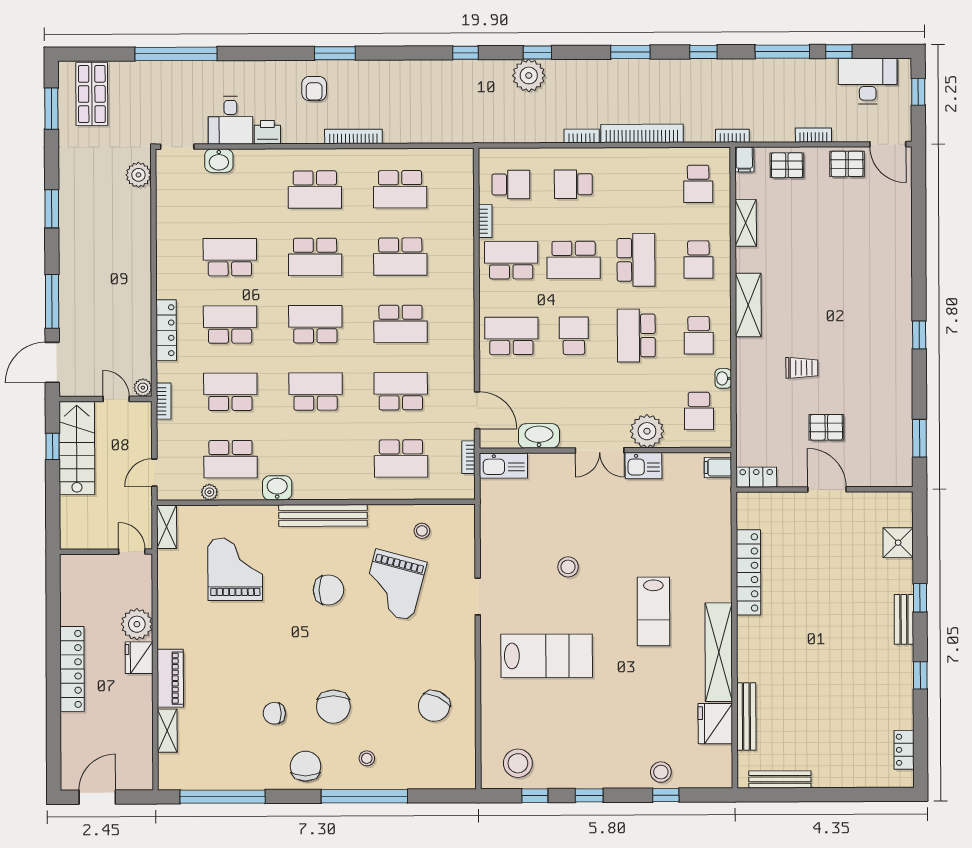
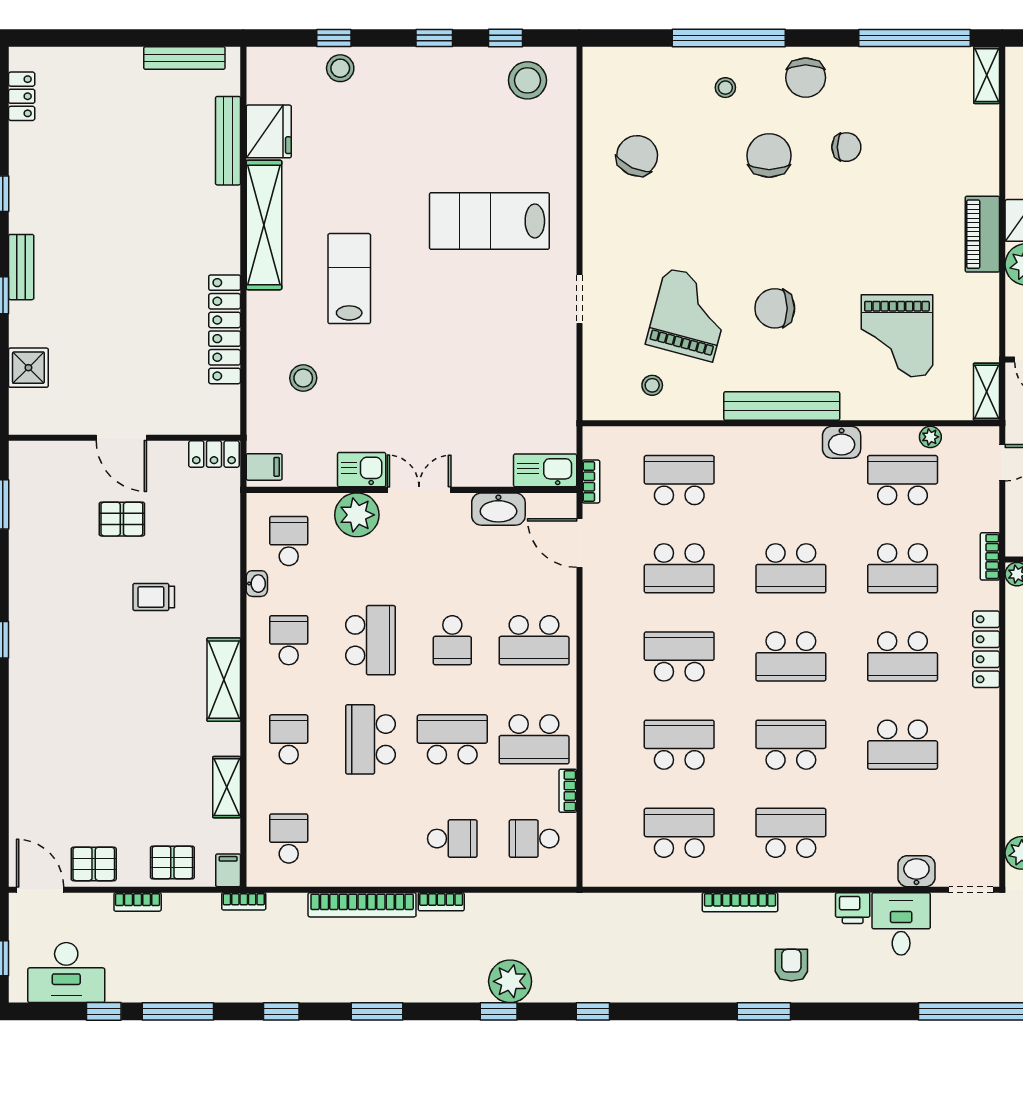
stool: (568, 567) -> (303, 378), moved
piano: (170, 678) -> (982, 234), moved
shelving: (167, 731) -> (987, 75), moved

